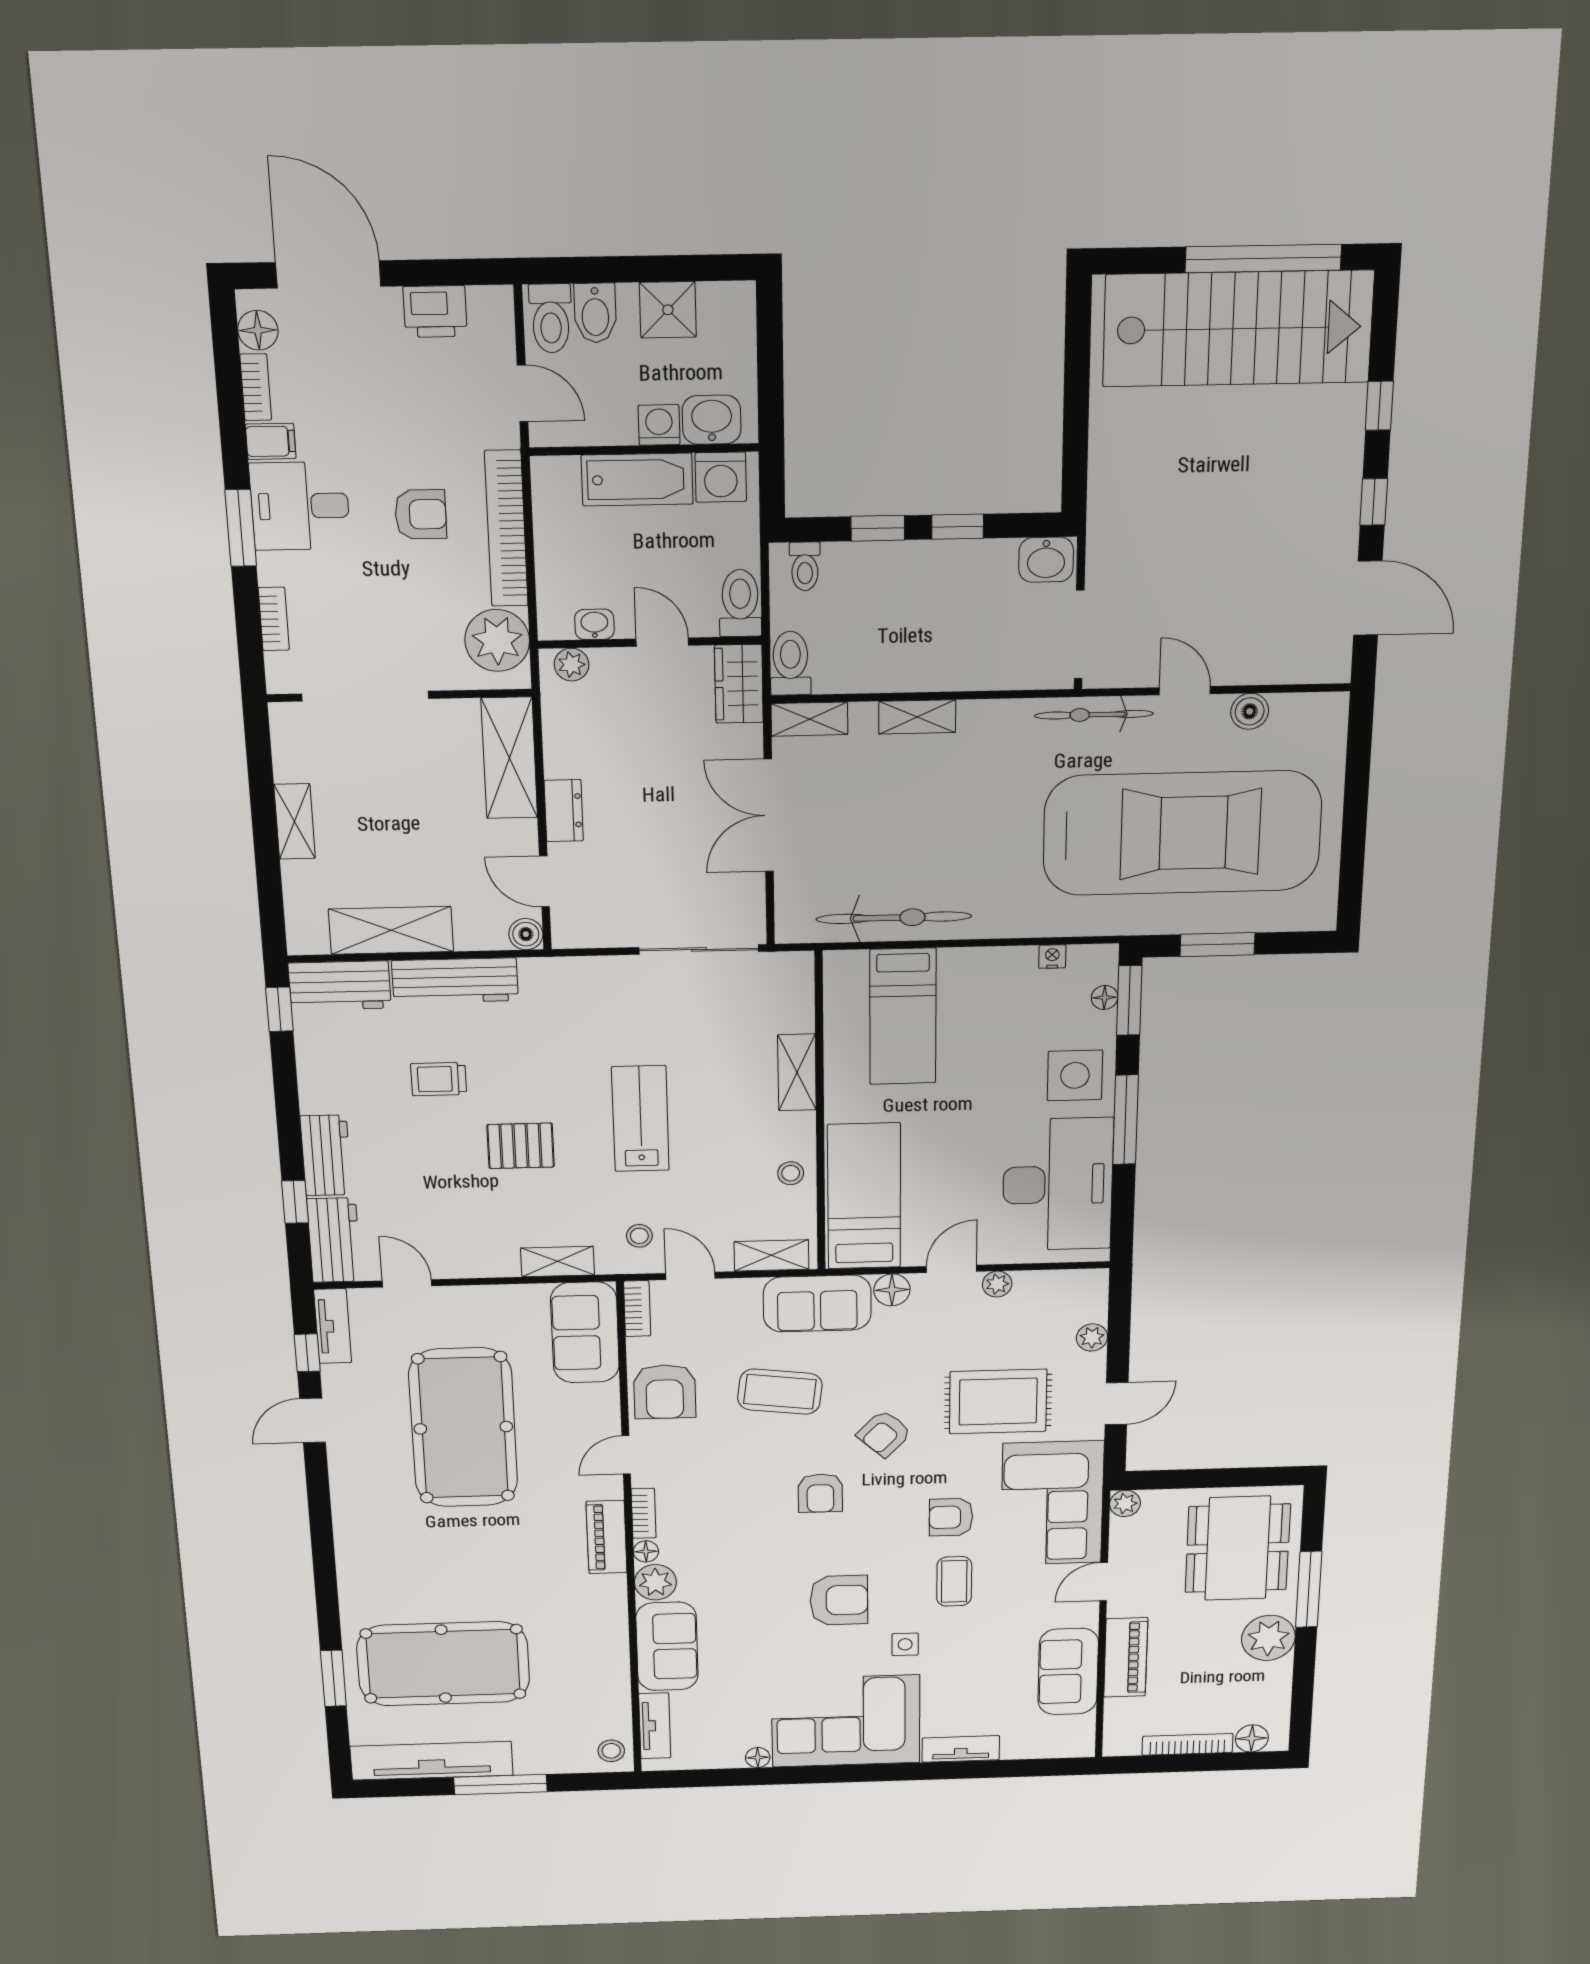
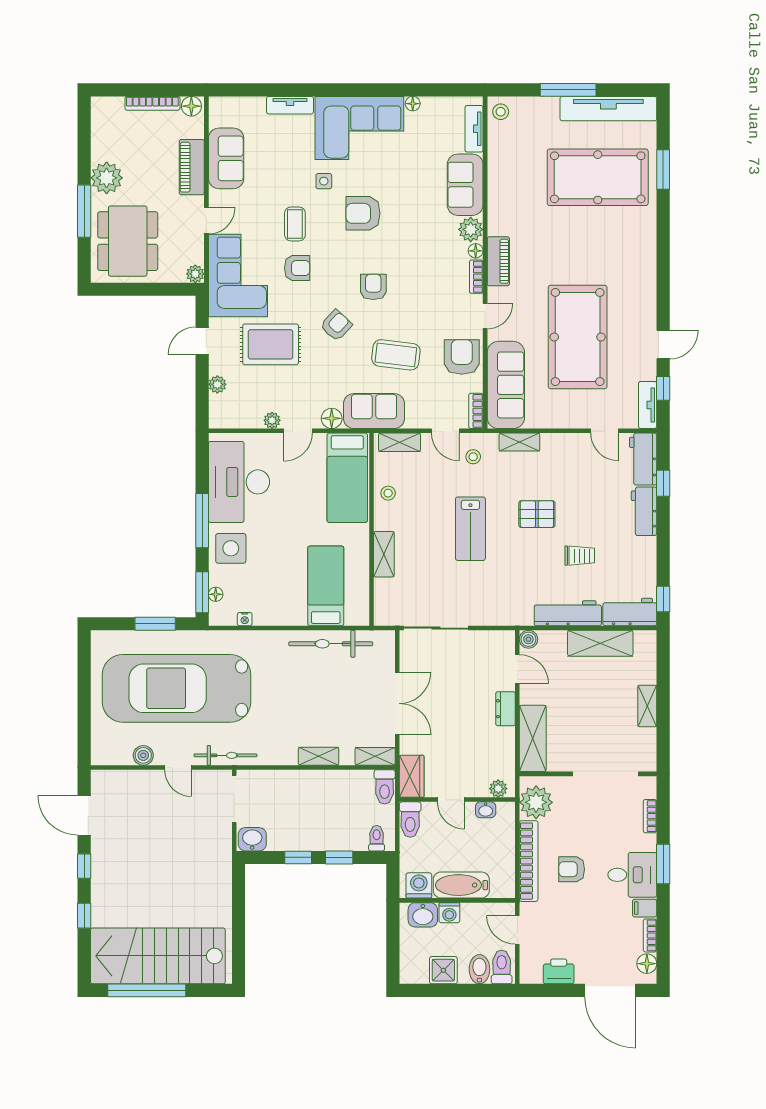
sofa: (585, 1333) -> (506, 385), width x1.36
floor lamp: (1252, 1738) -> (191, 106), moved

